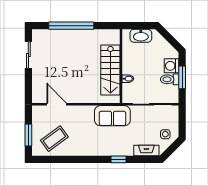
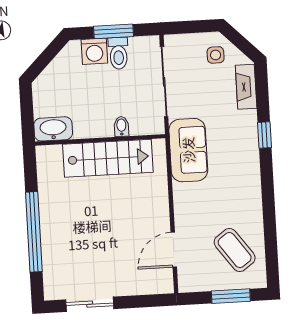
washbasin: (141, 36) -> (53, 129), moved, turned -90

